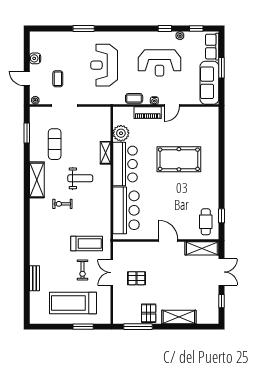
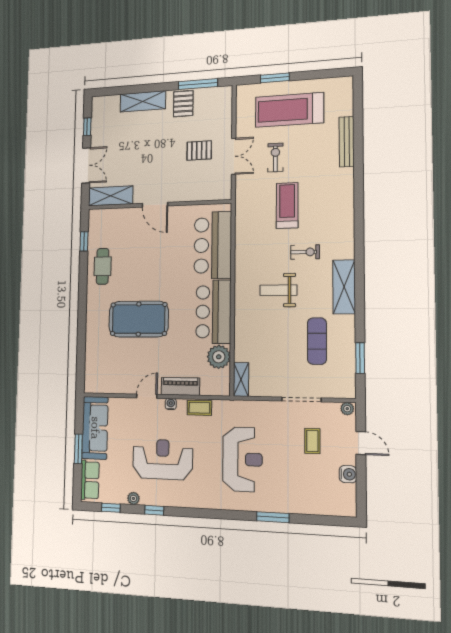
shelving: (105, 153) -> (241, 379), moved
cafe table: (206, 222) -> (103, 266), moved
treadmill: (87, 243) -> (287, 205), moved, turned 90
double door: (221, 272) -> (86, 165), swing flipped
bench: (34, 278) -> (347, 142), width x1.36
treadmill: (73, 303) -> (289, 110), turned 180

